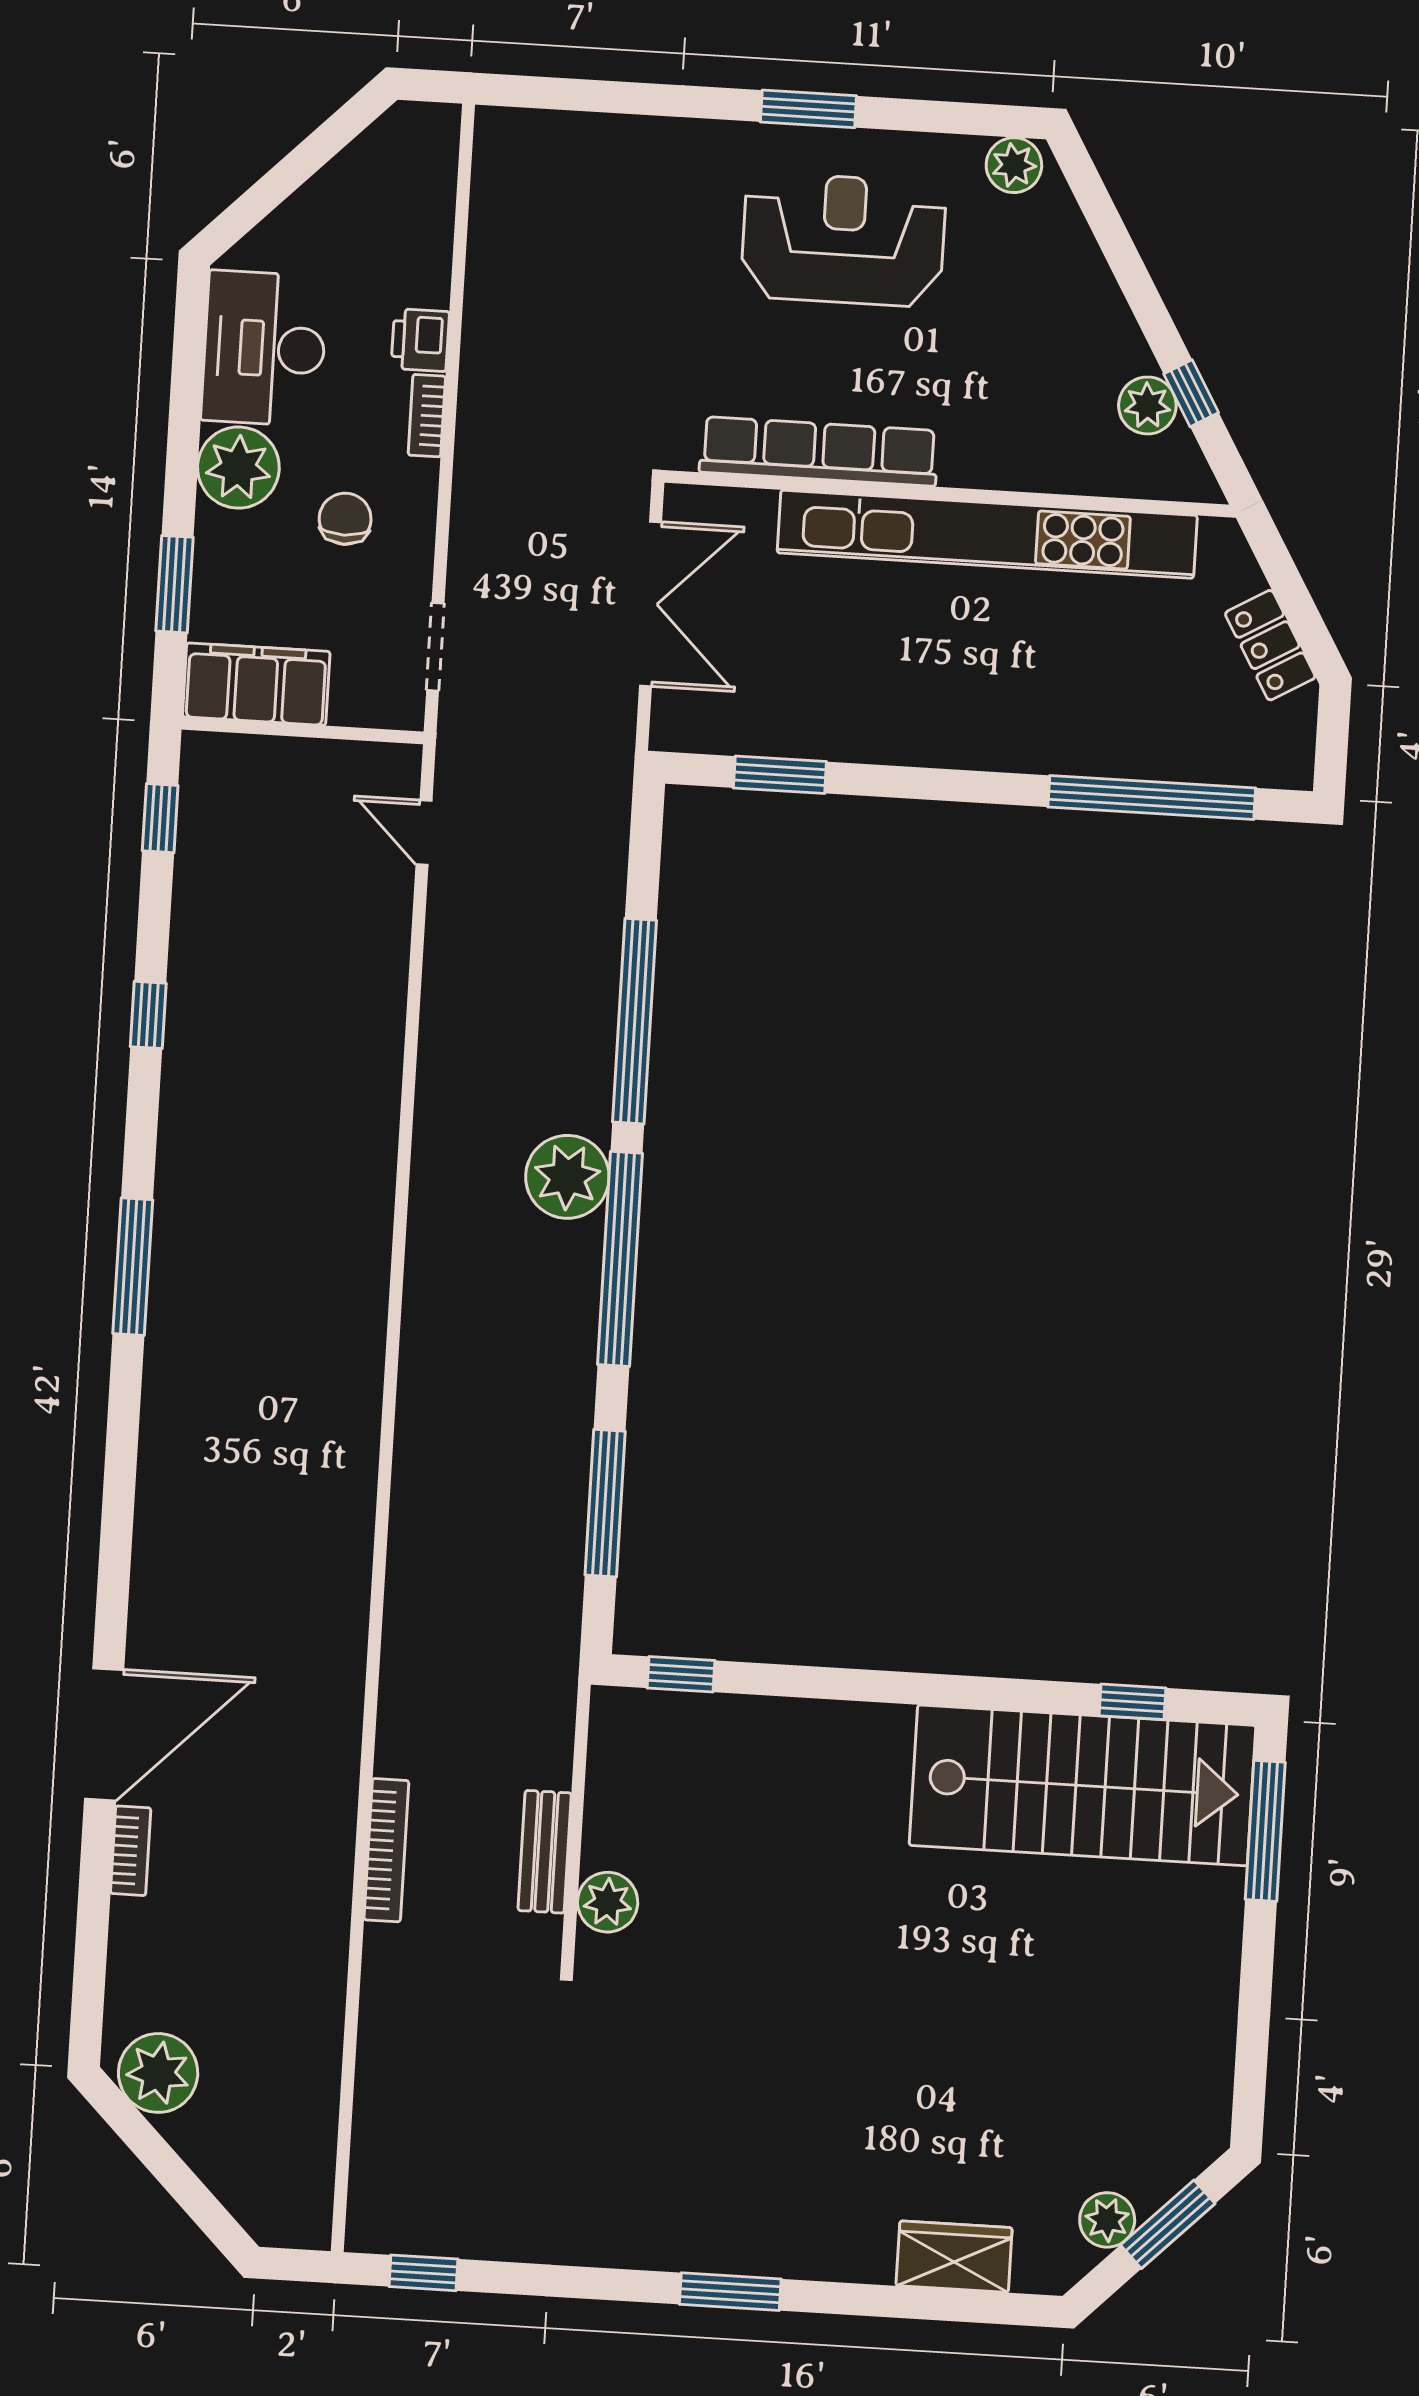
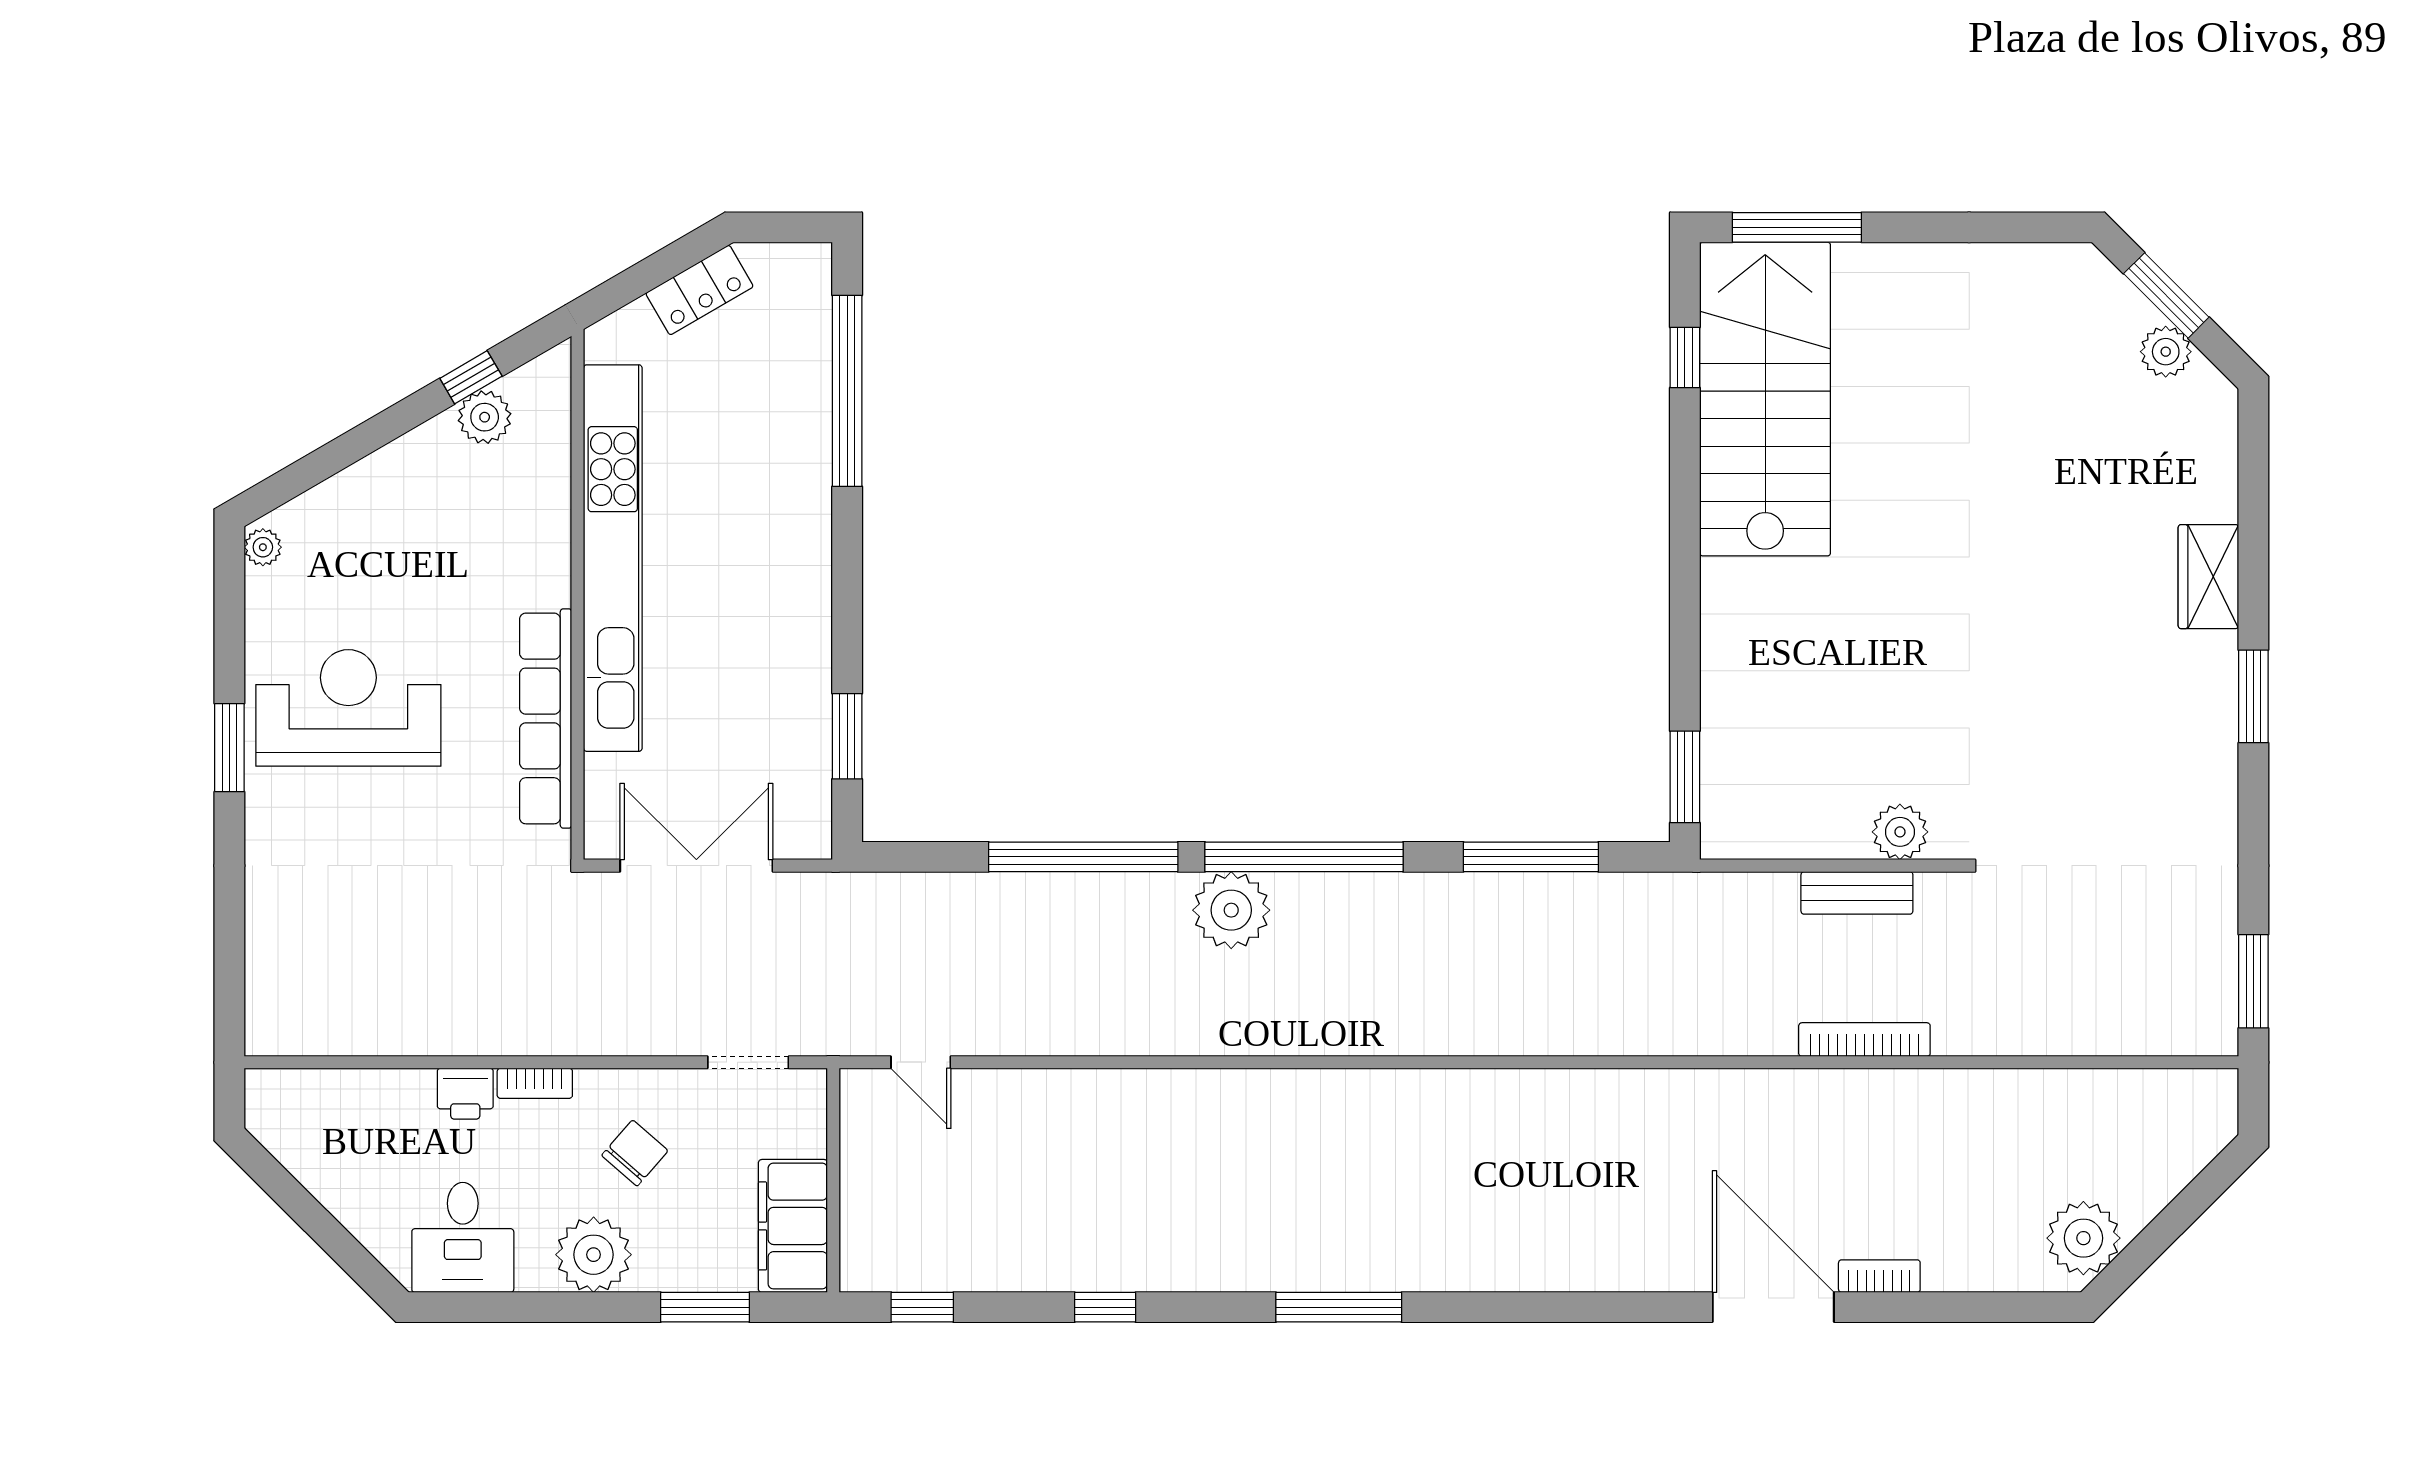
plant: (1014, 165) -> (263, 547), width x0.73, depth x0.73
reception desk: (843, 240) -> (348, 708), turned 90
desk: (264, 348) -> (463, 1237), width x0.73
chair: (345, 519) -> (635, 1153), turned 131
door: (424, 833) -> (921, 1062), hinge flipped
window: (681, 1674) -> (1685, 777), width x1.50
wardrobe: (954, 2257) -> (2208, 577), moved
window: (423, 2273) -> (2253, 981), width x1.50

